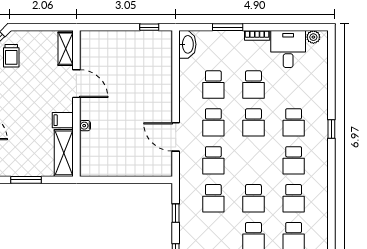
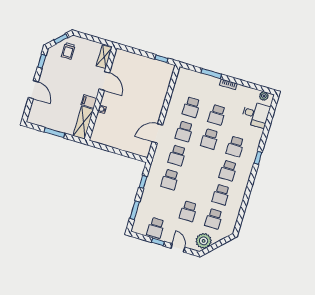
washbasin: (187, 44) -> (182, 77), removed
desk: (288, 49) -> (256, 114), moved, turned 90
door: (176, 137) -> (157, 133), hinge flipped
school desk: (253, 198) -> (195, 187), removed

